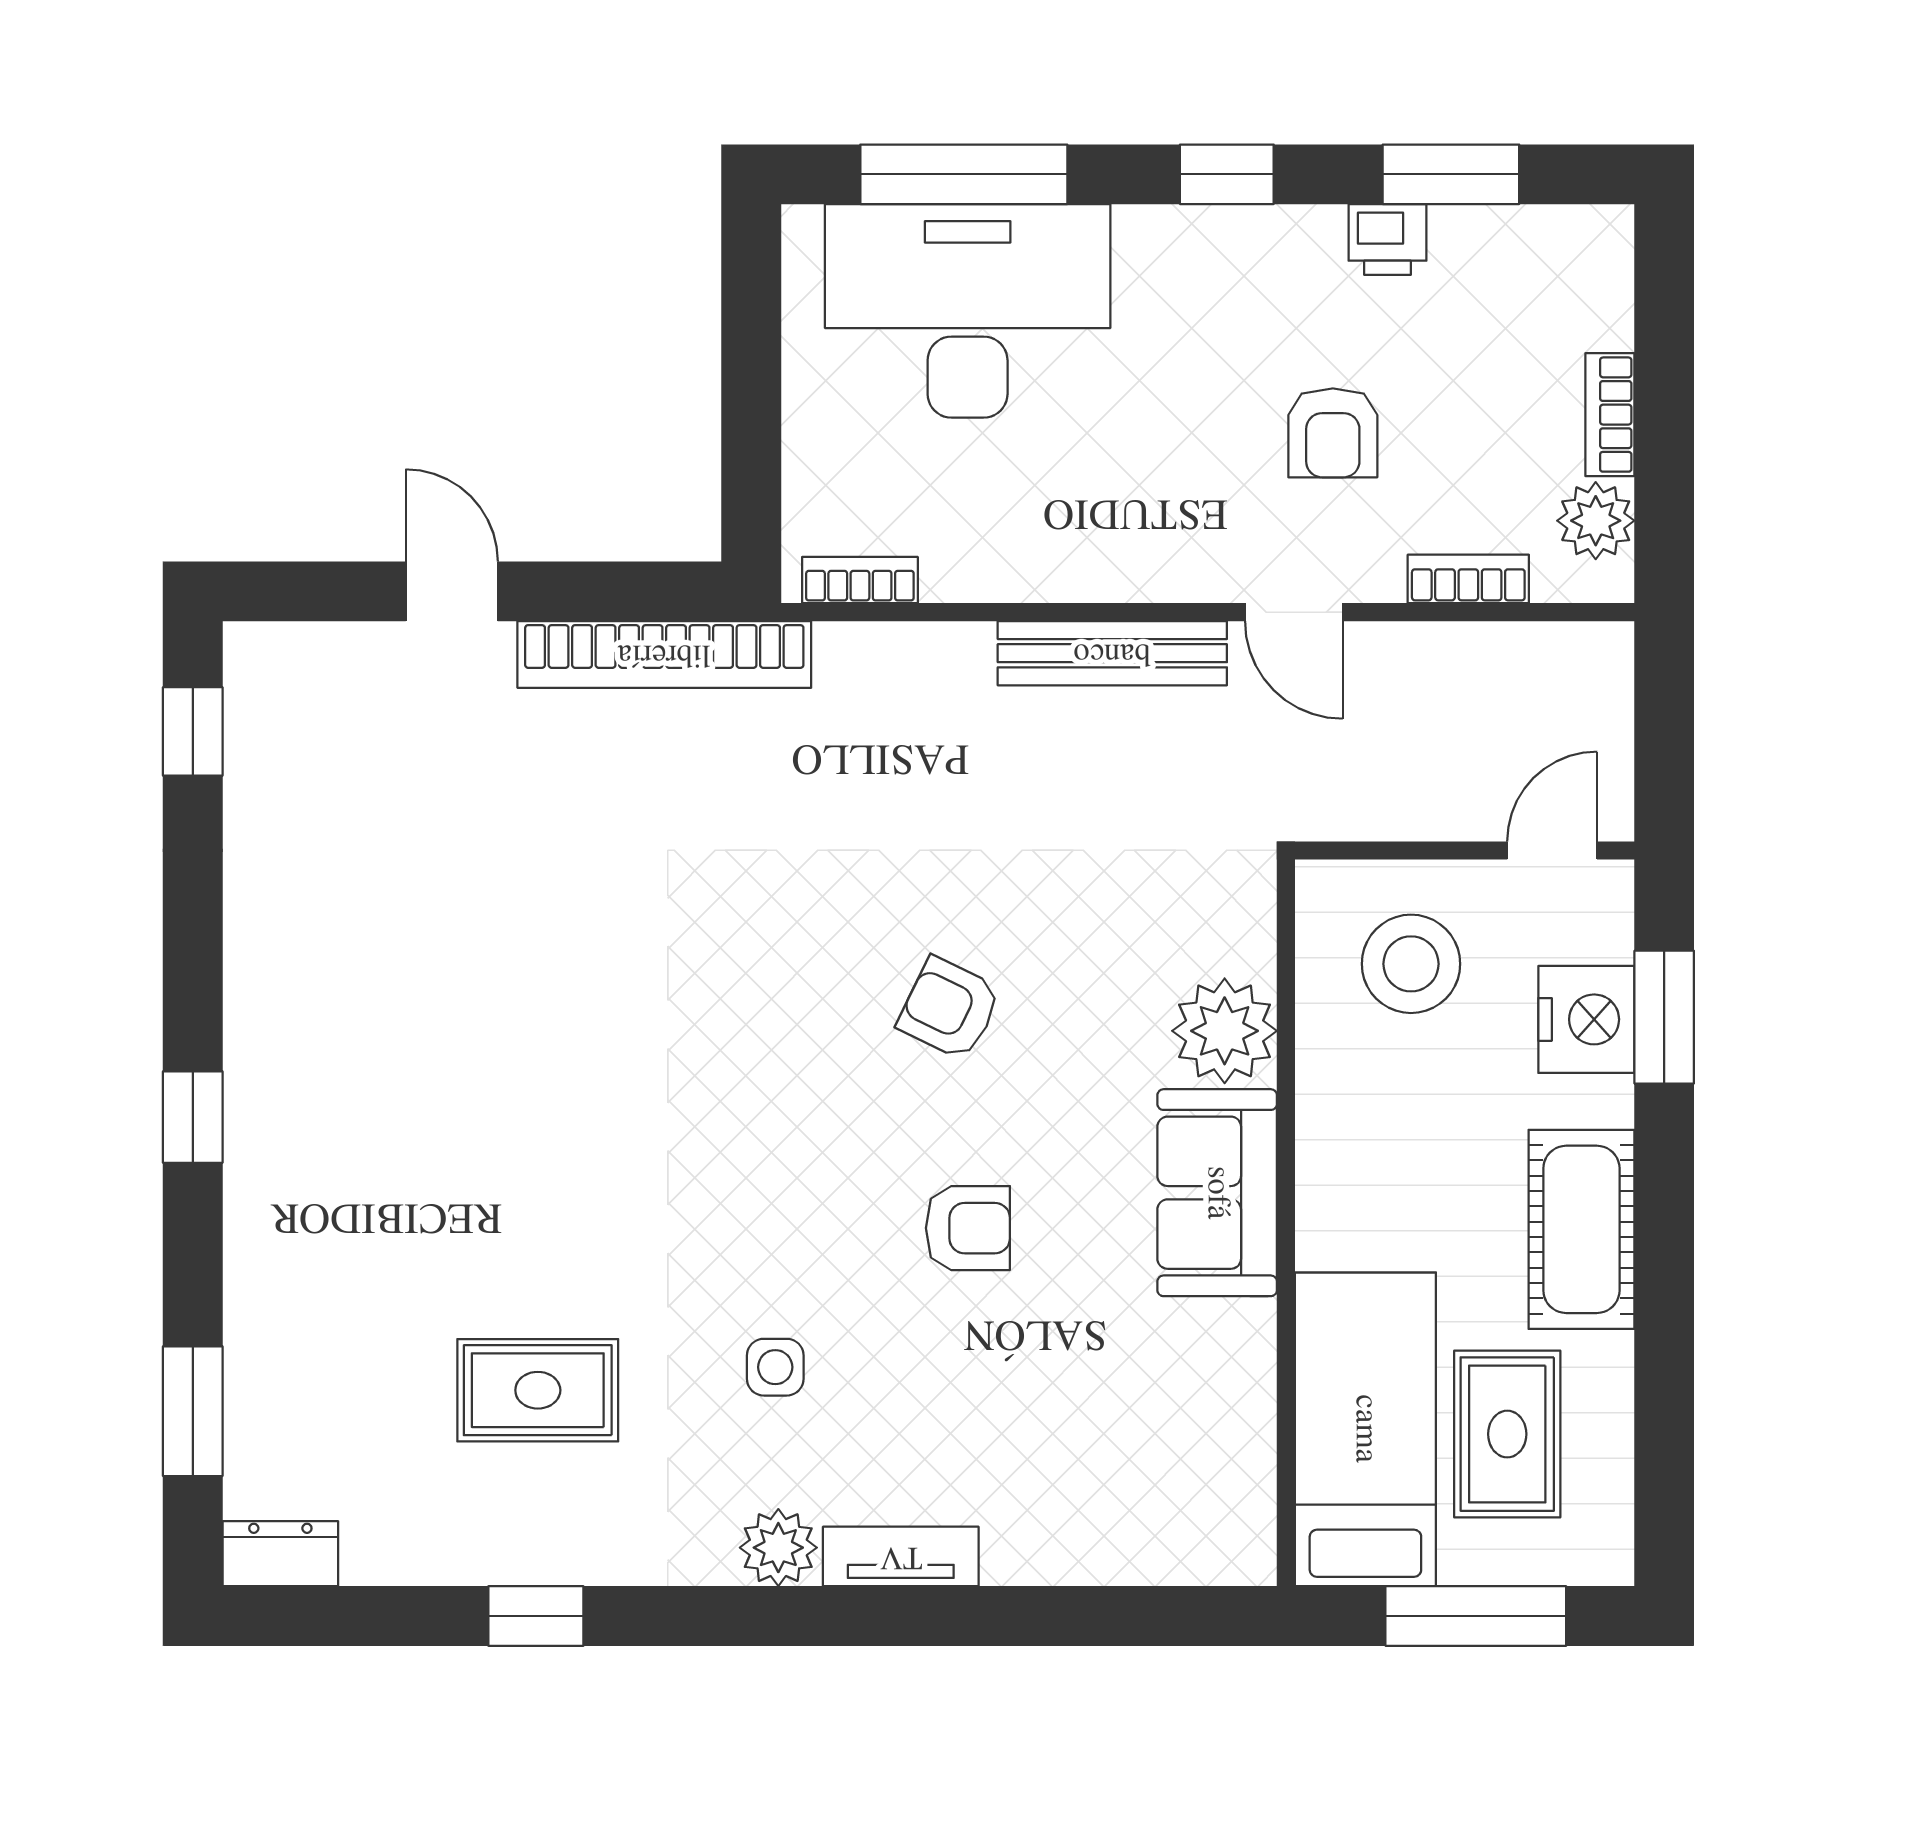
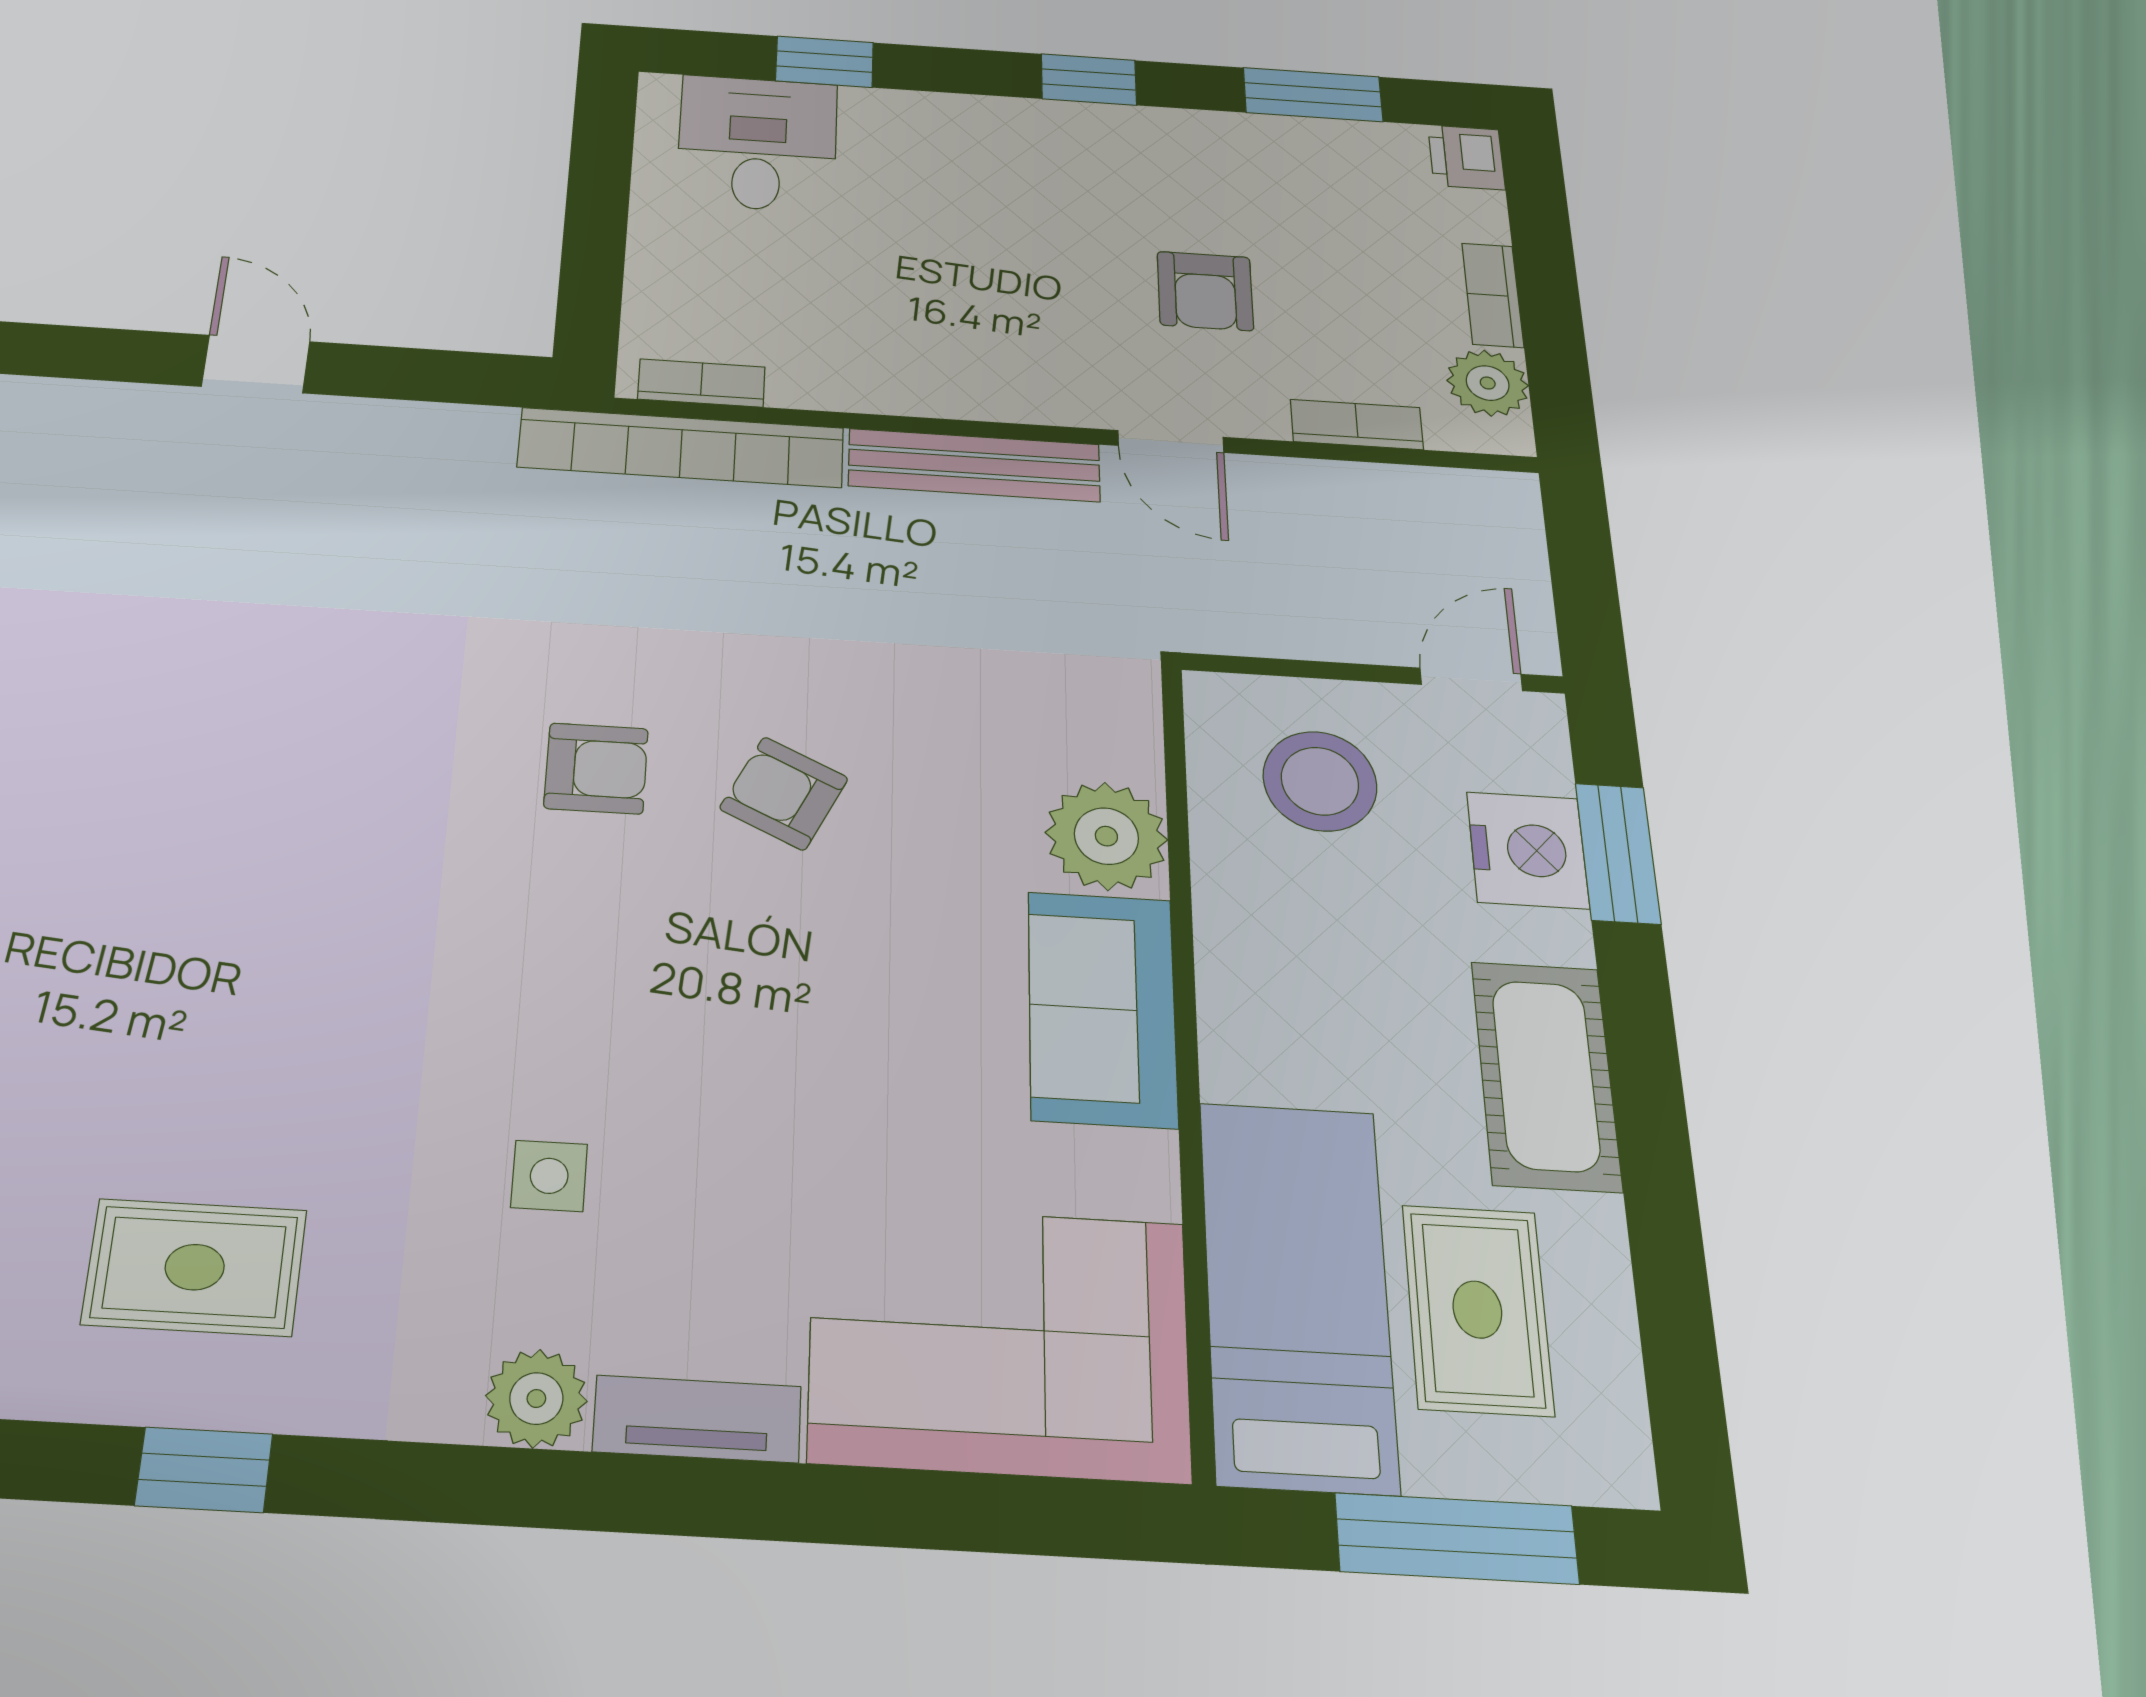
window: (964, 174) -> (825, 62), width x0.46
printer: (1388, 240) -> (1466, 157), moved, turned 90
desk: (968, 311) -> (757, 143), width x0.53, depth x0.77
bookcase: (664, 654) -> (681, 447), moved
armchair: (968, 1228) -> (596, 768), moved
rug: (538, 1390) -> (195, 1267), moved
corner sofa: (1131, 1482) -> (999, 1341), added

